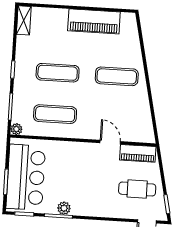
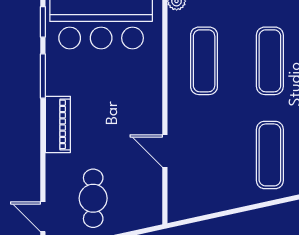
door: (110, 142) -> (165, 151), swing flipped
piano: (138, 153) -> (58, 124), moved, turned 180
plant: (64, 208) -> (56, 84), removed

